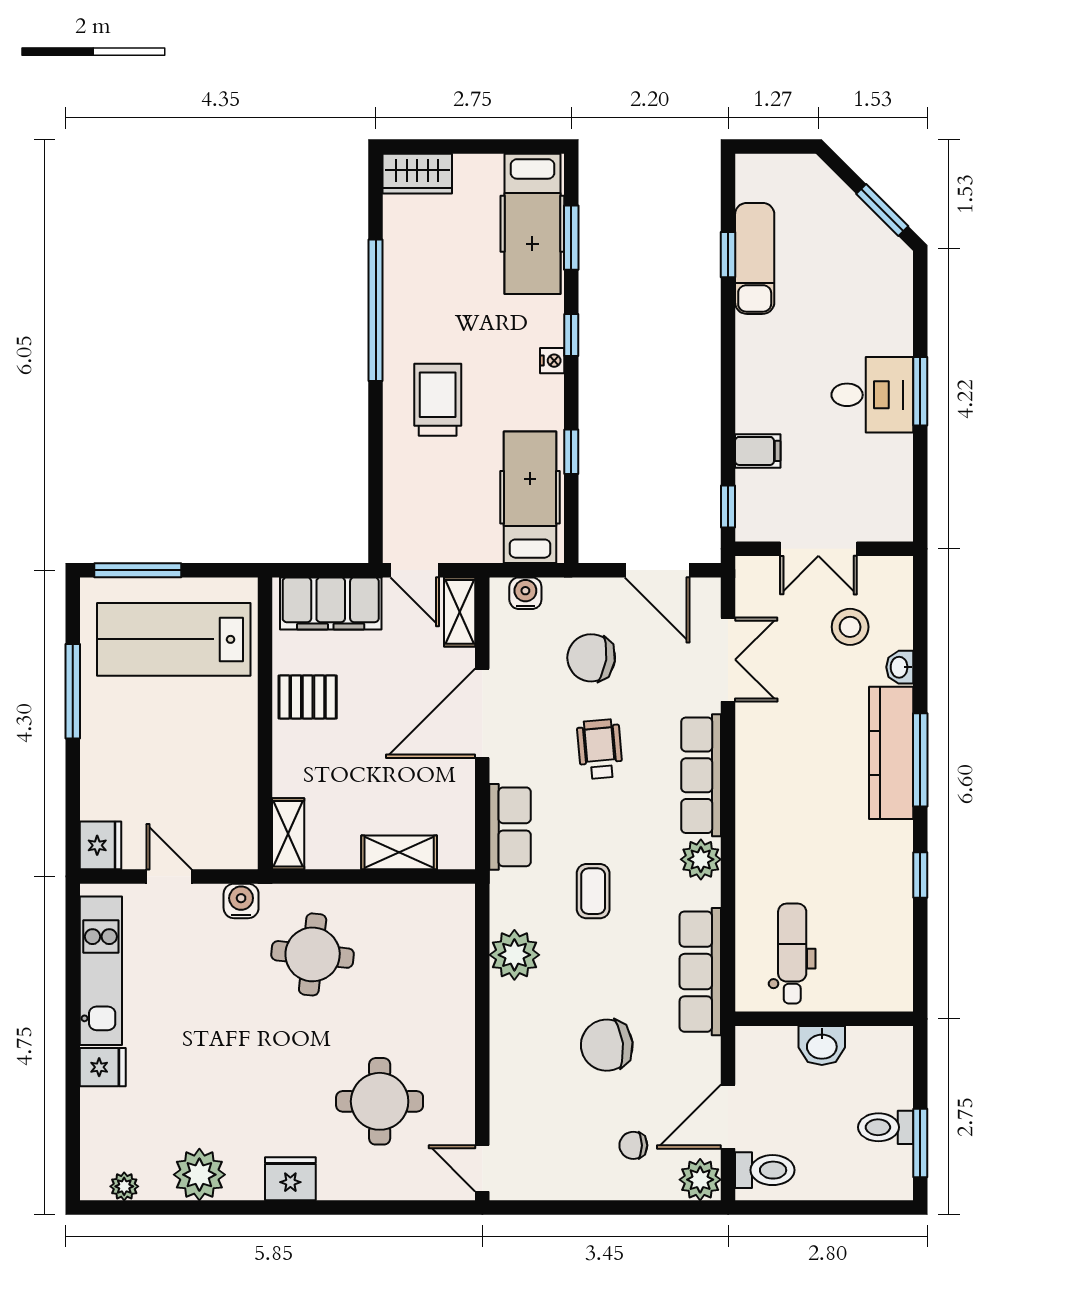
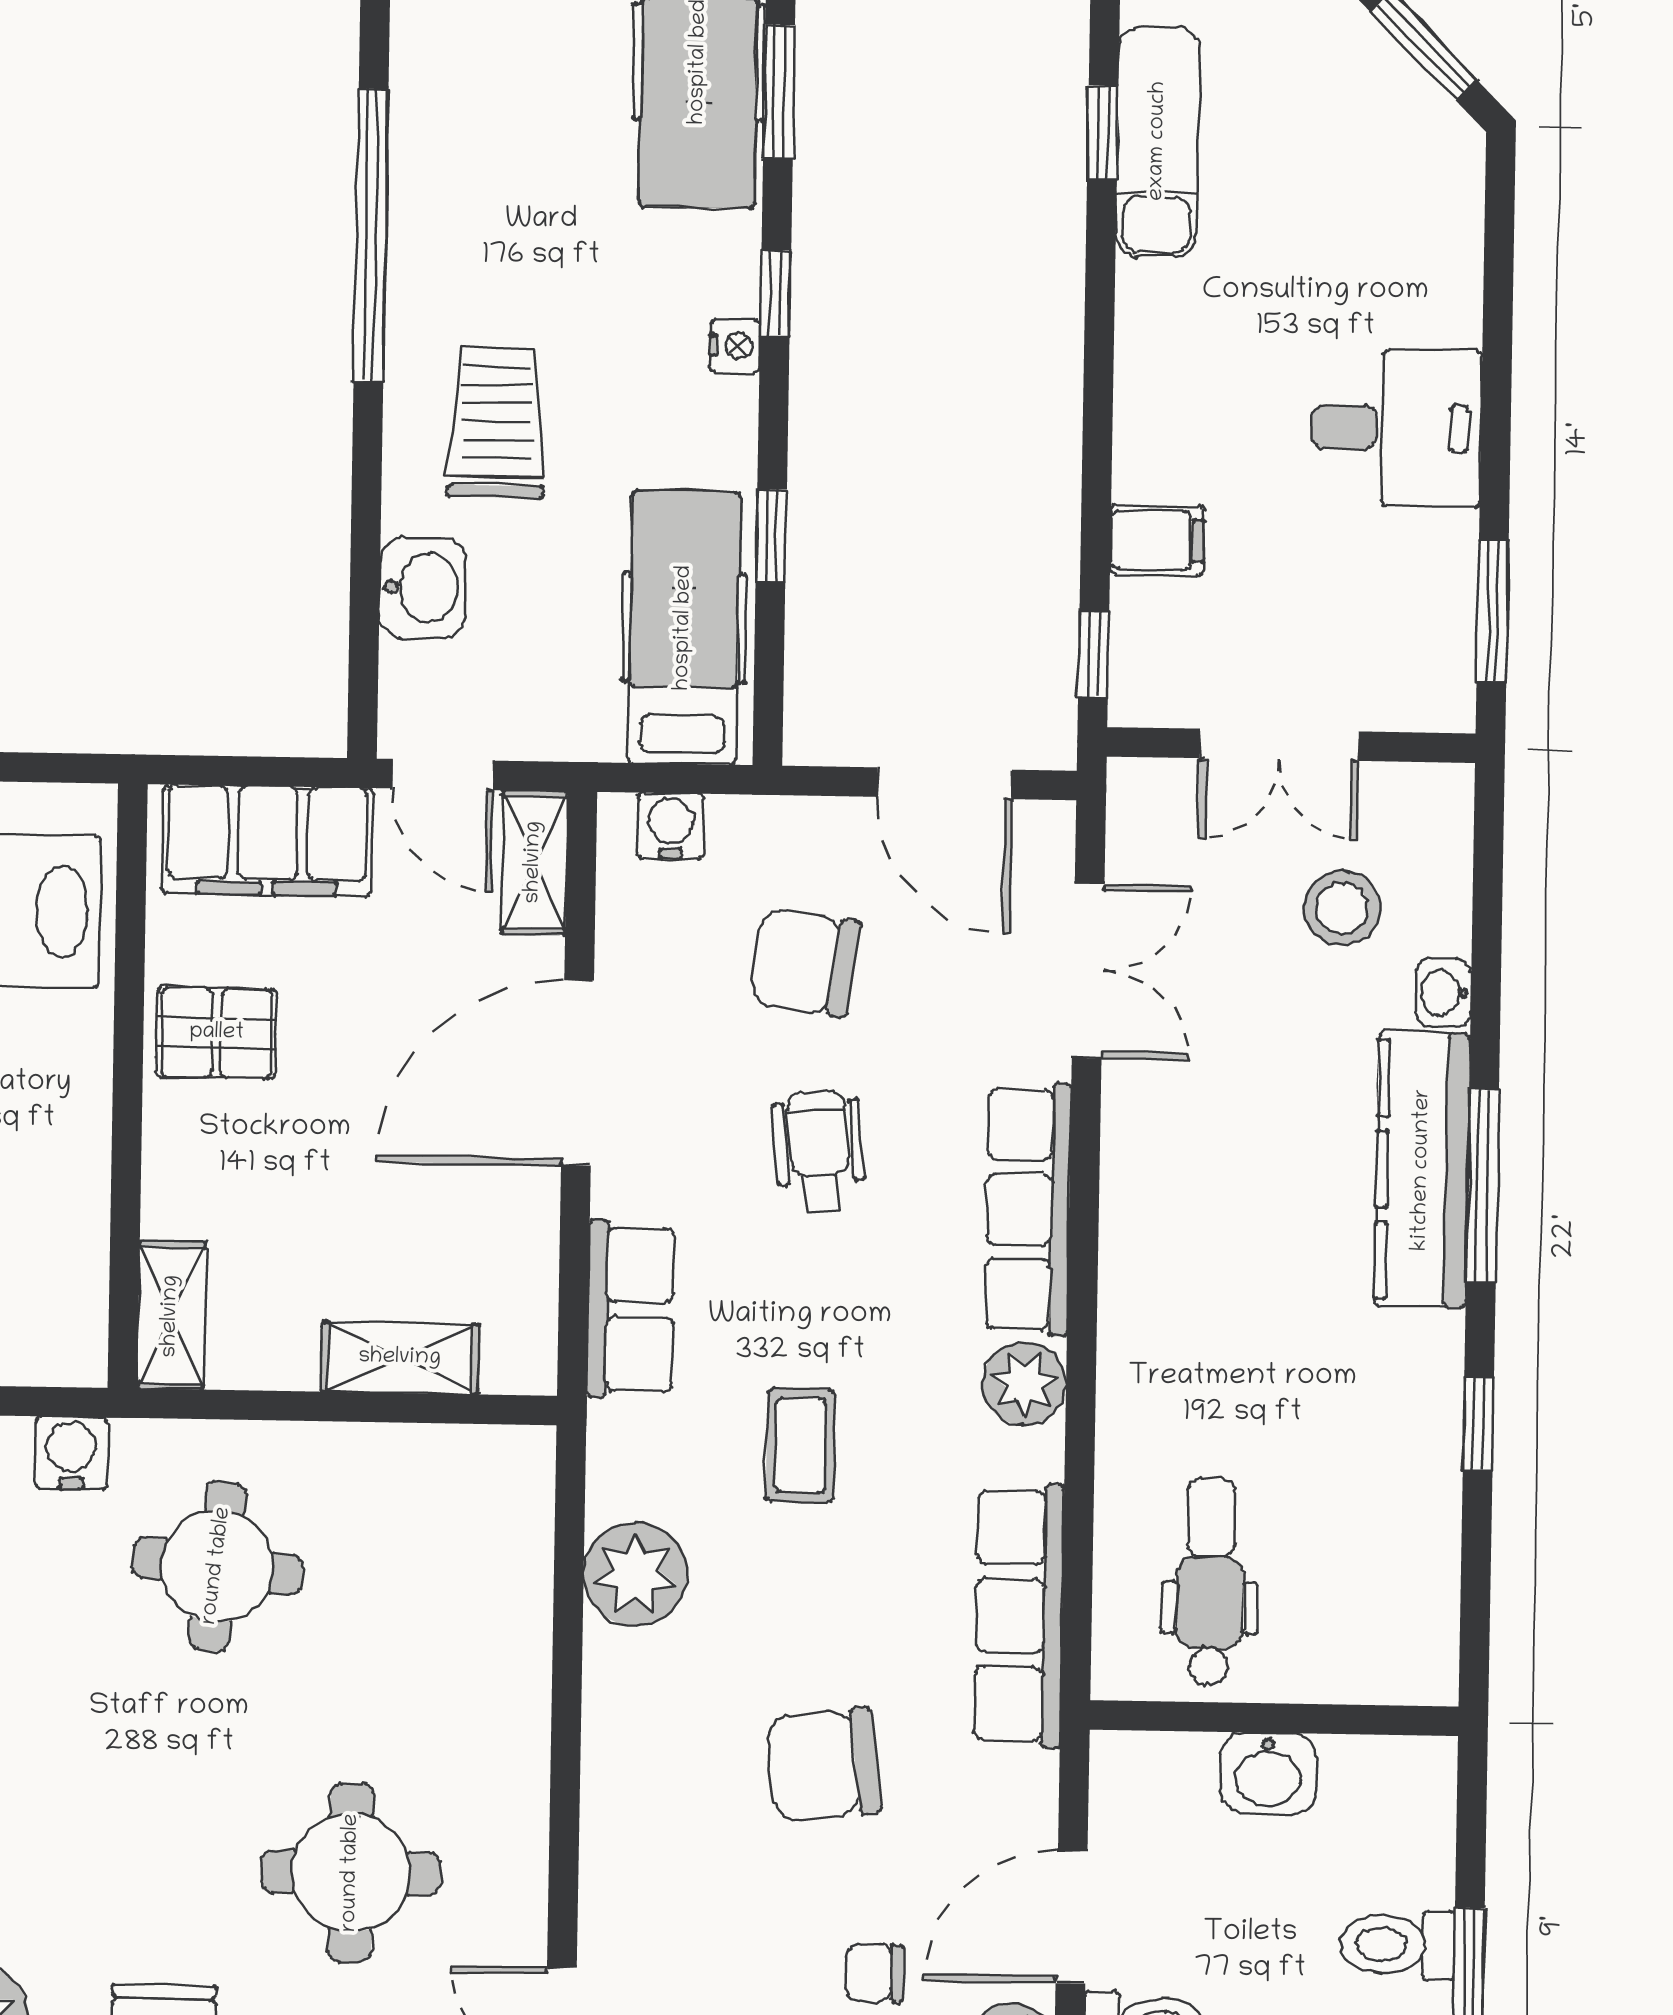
window: (920, 391) -> (1493, 611), moved
washbasin: (403, 480) -> (423, 588), added

